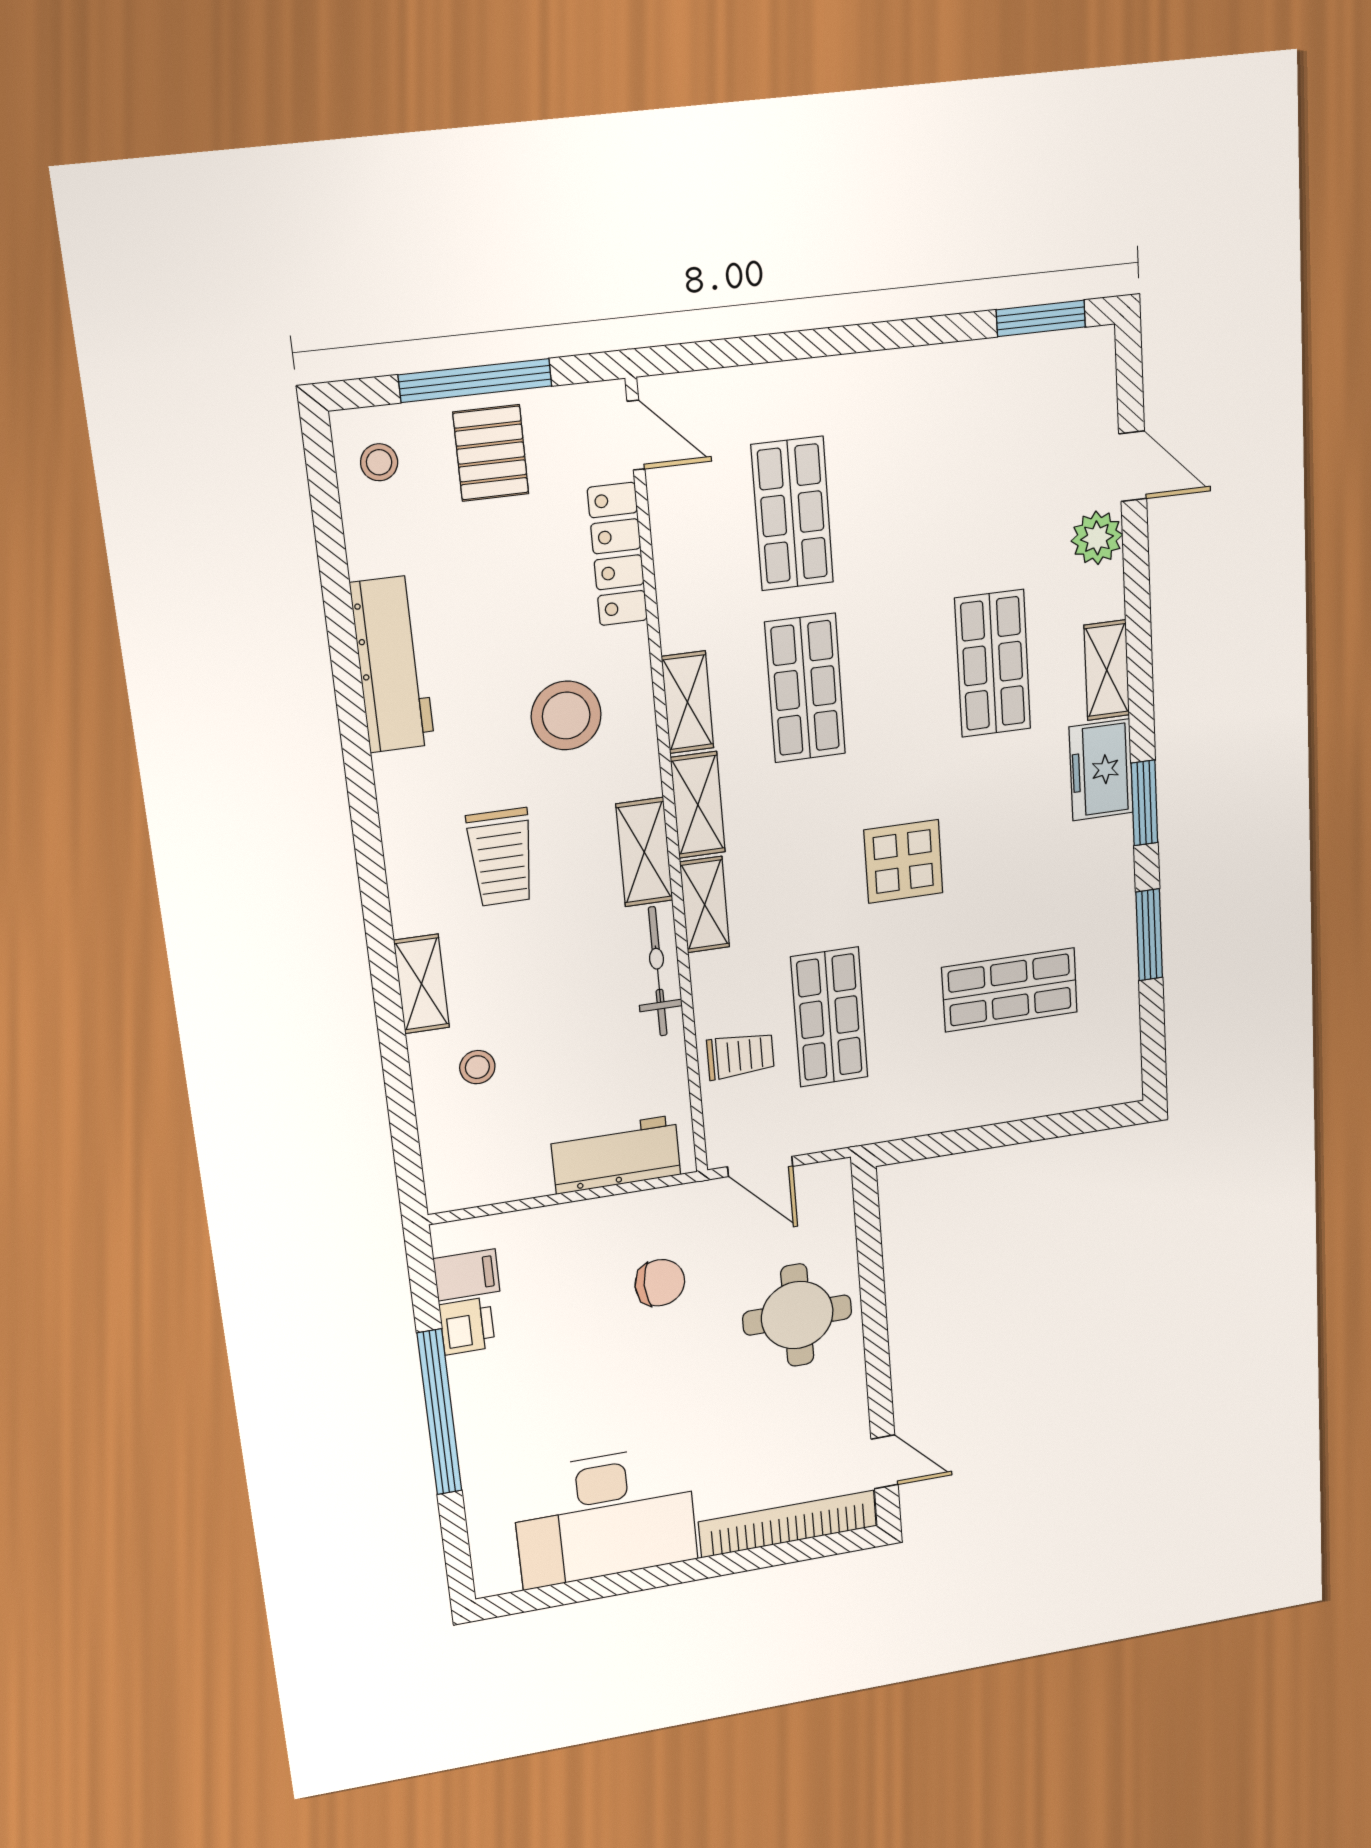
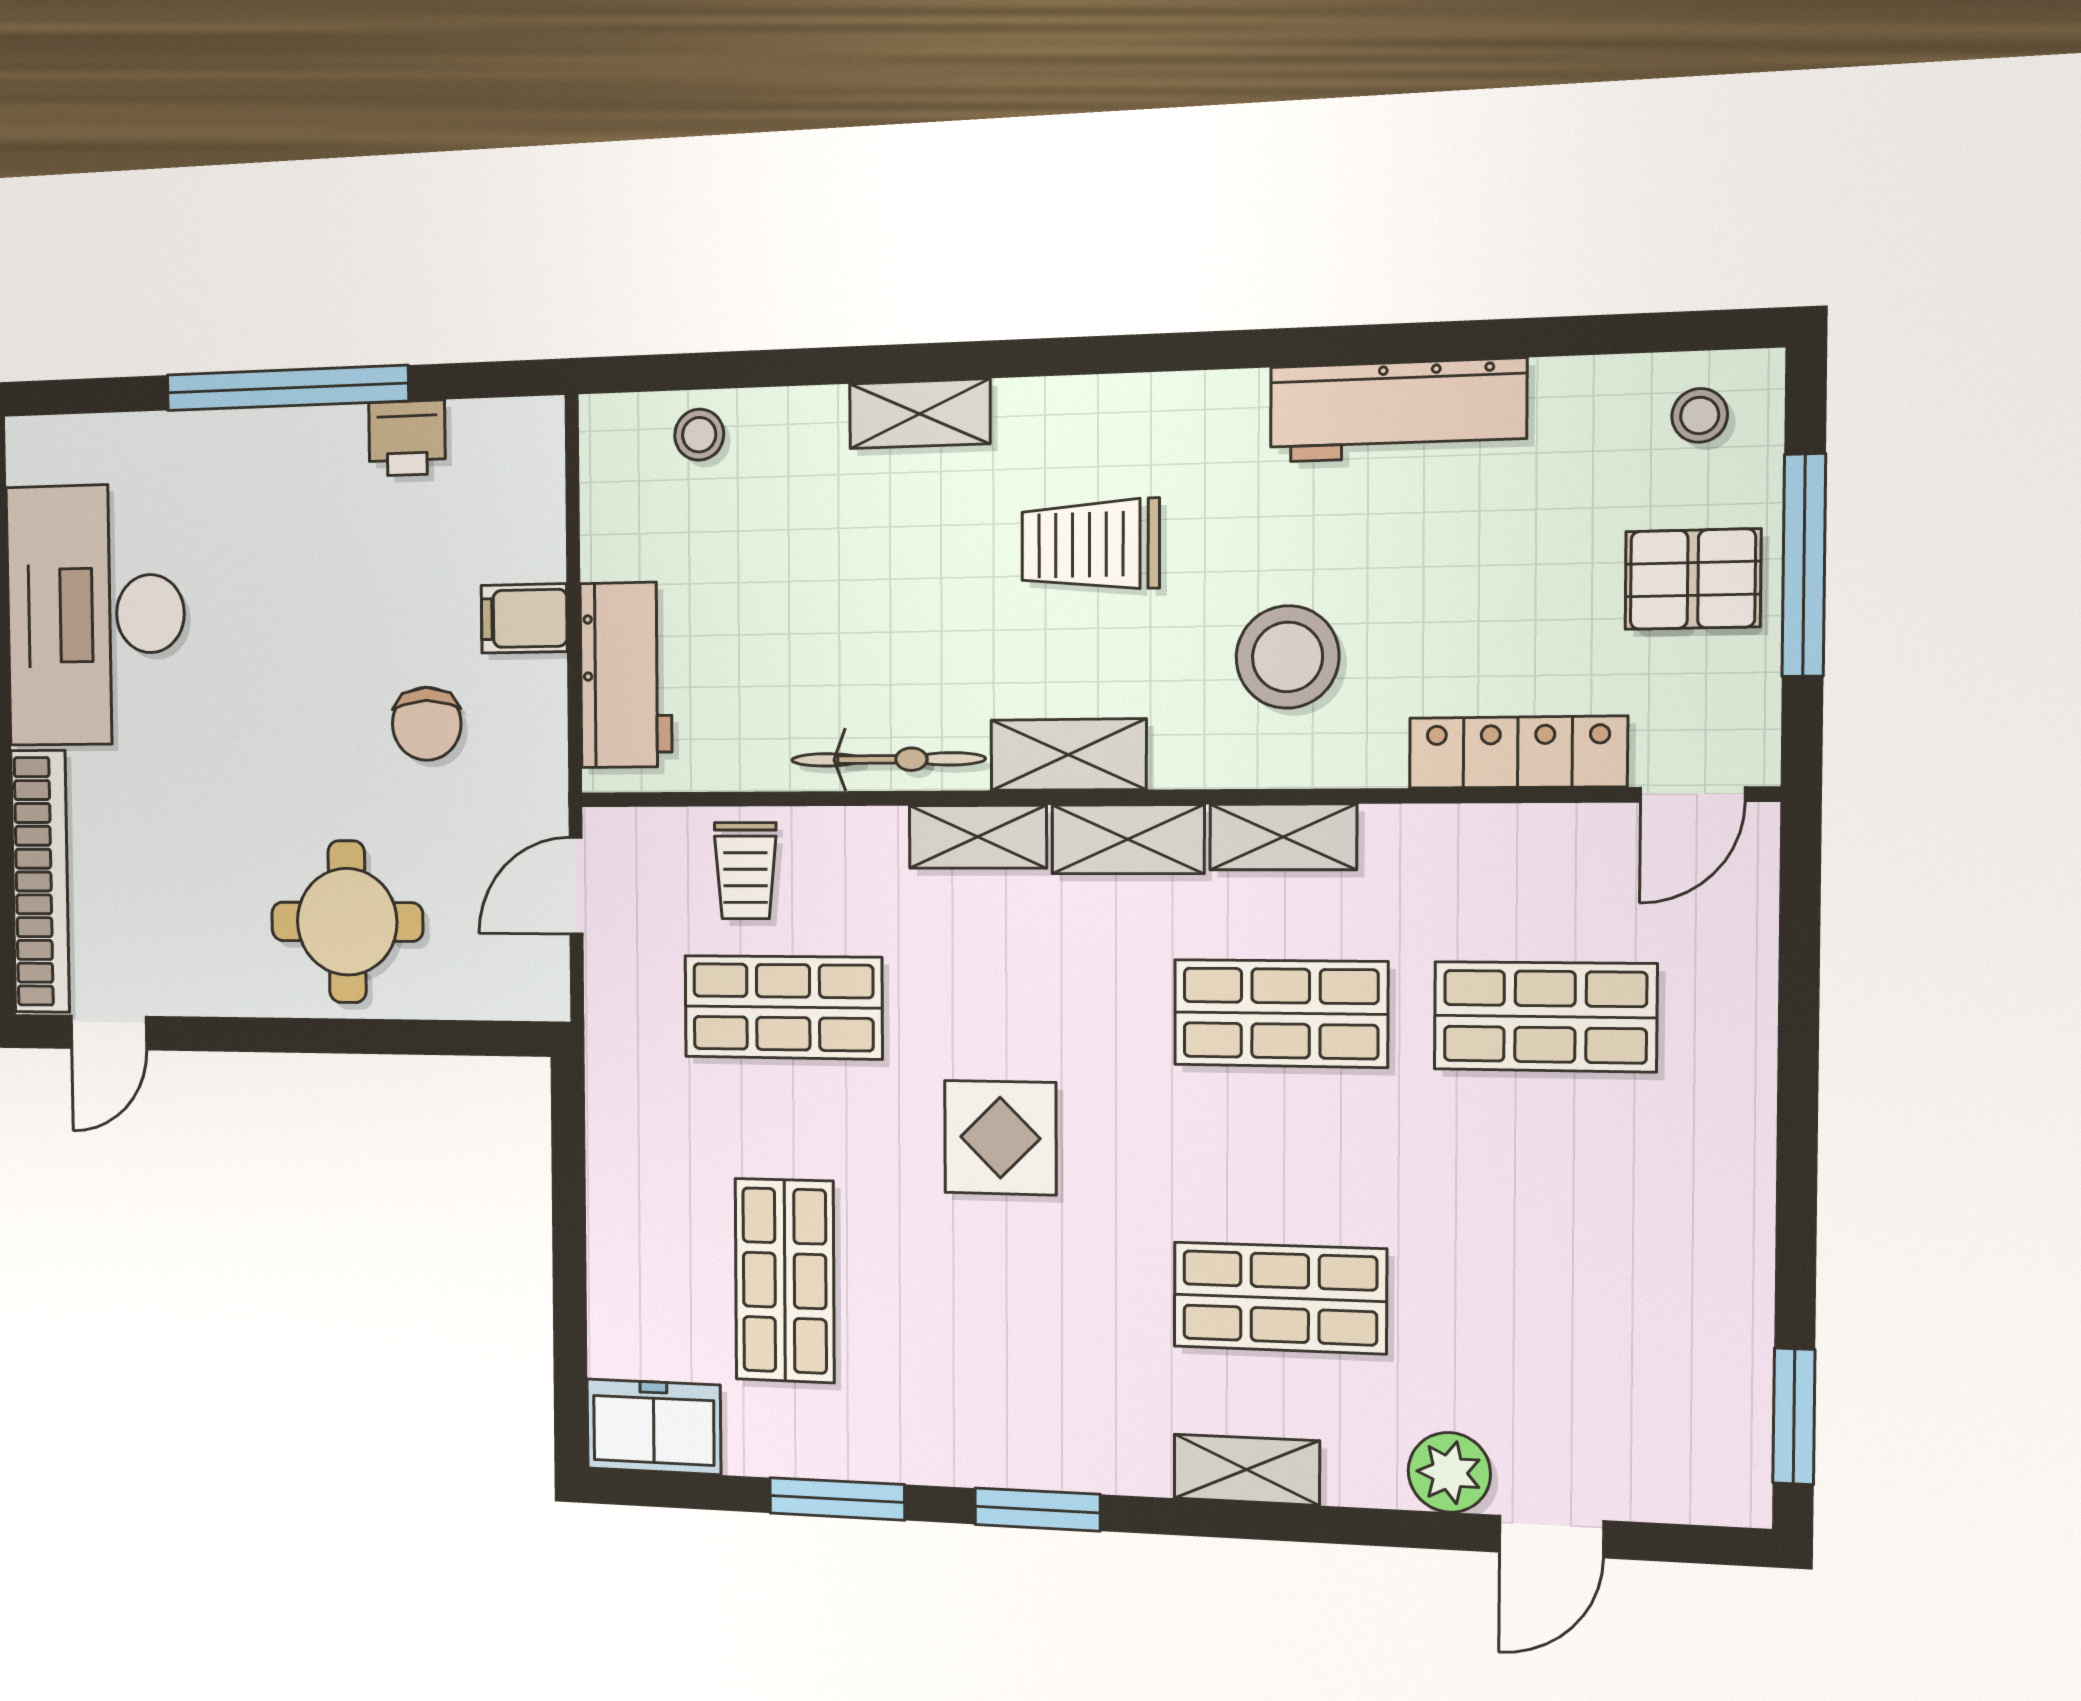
freezer: (1101, 770) -> (654, 1427), moved
stool: (477, 1067) -> (699, 435), moved
filing cabinet: (467, 1275) -> (524, 618), moved, turned 90

